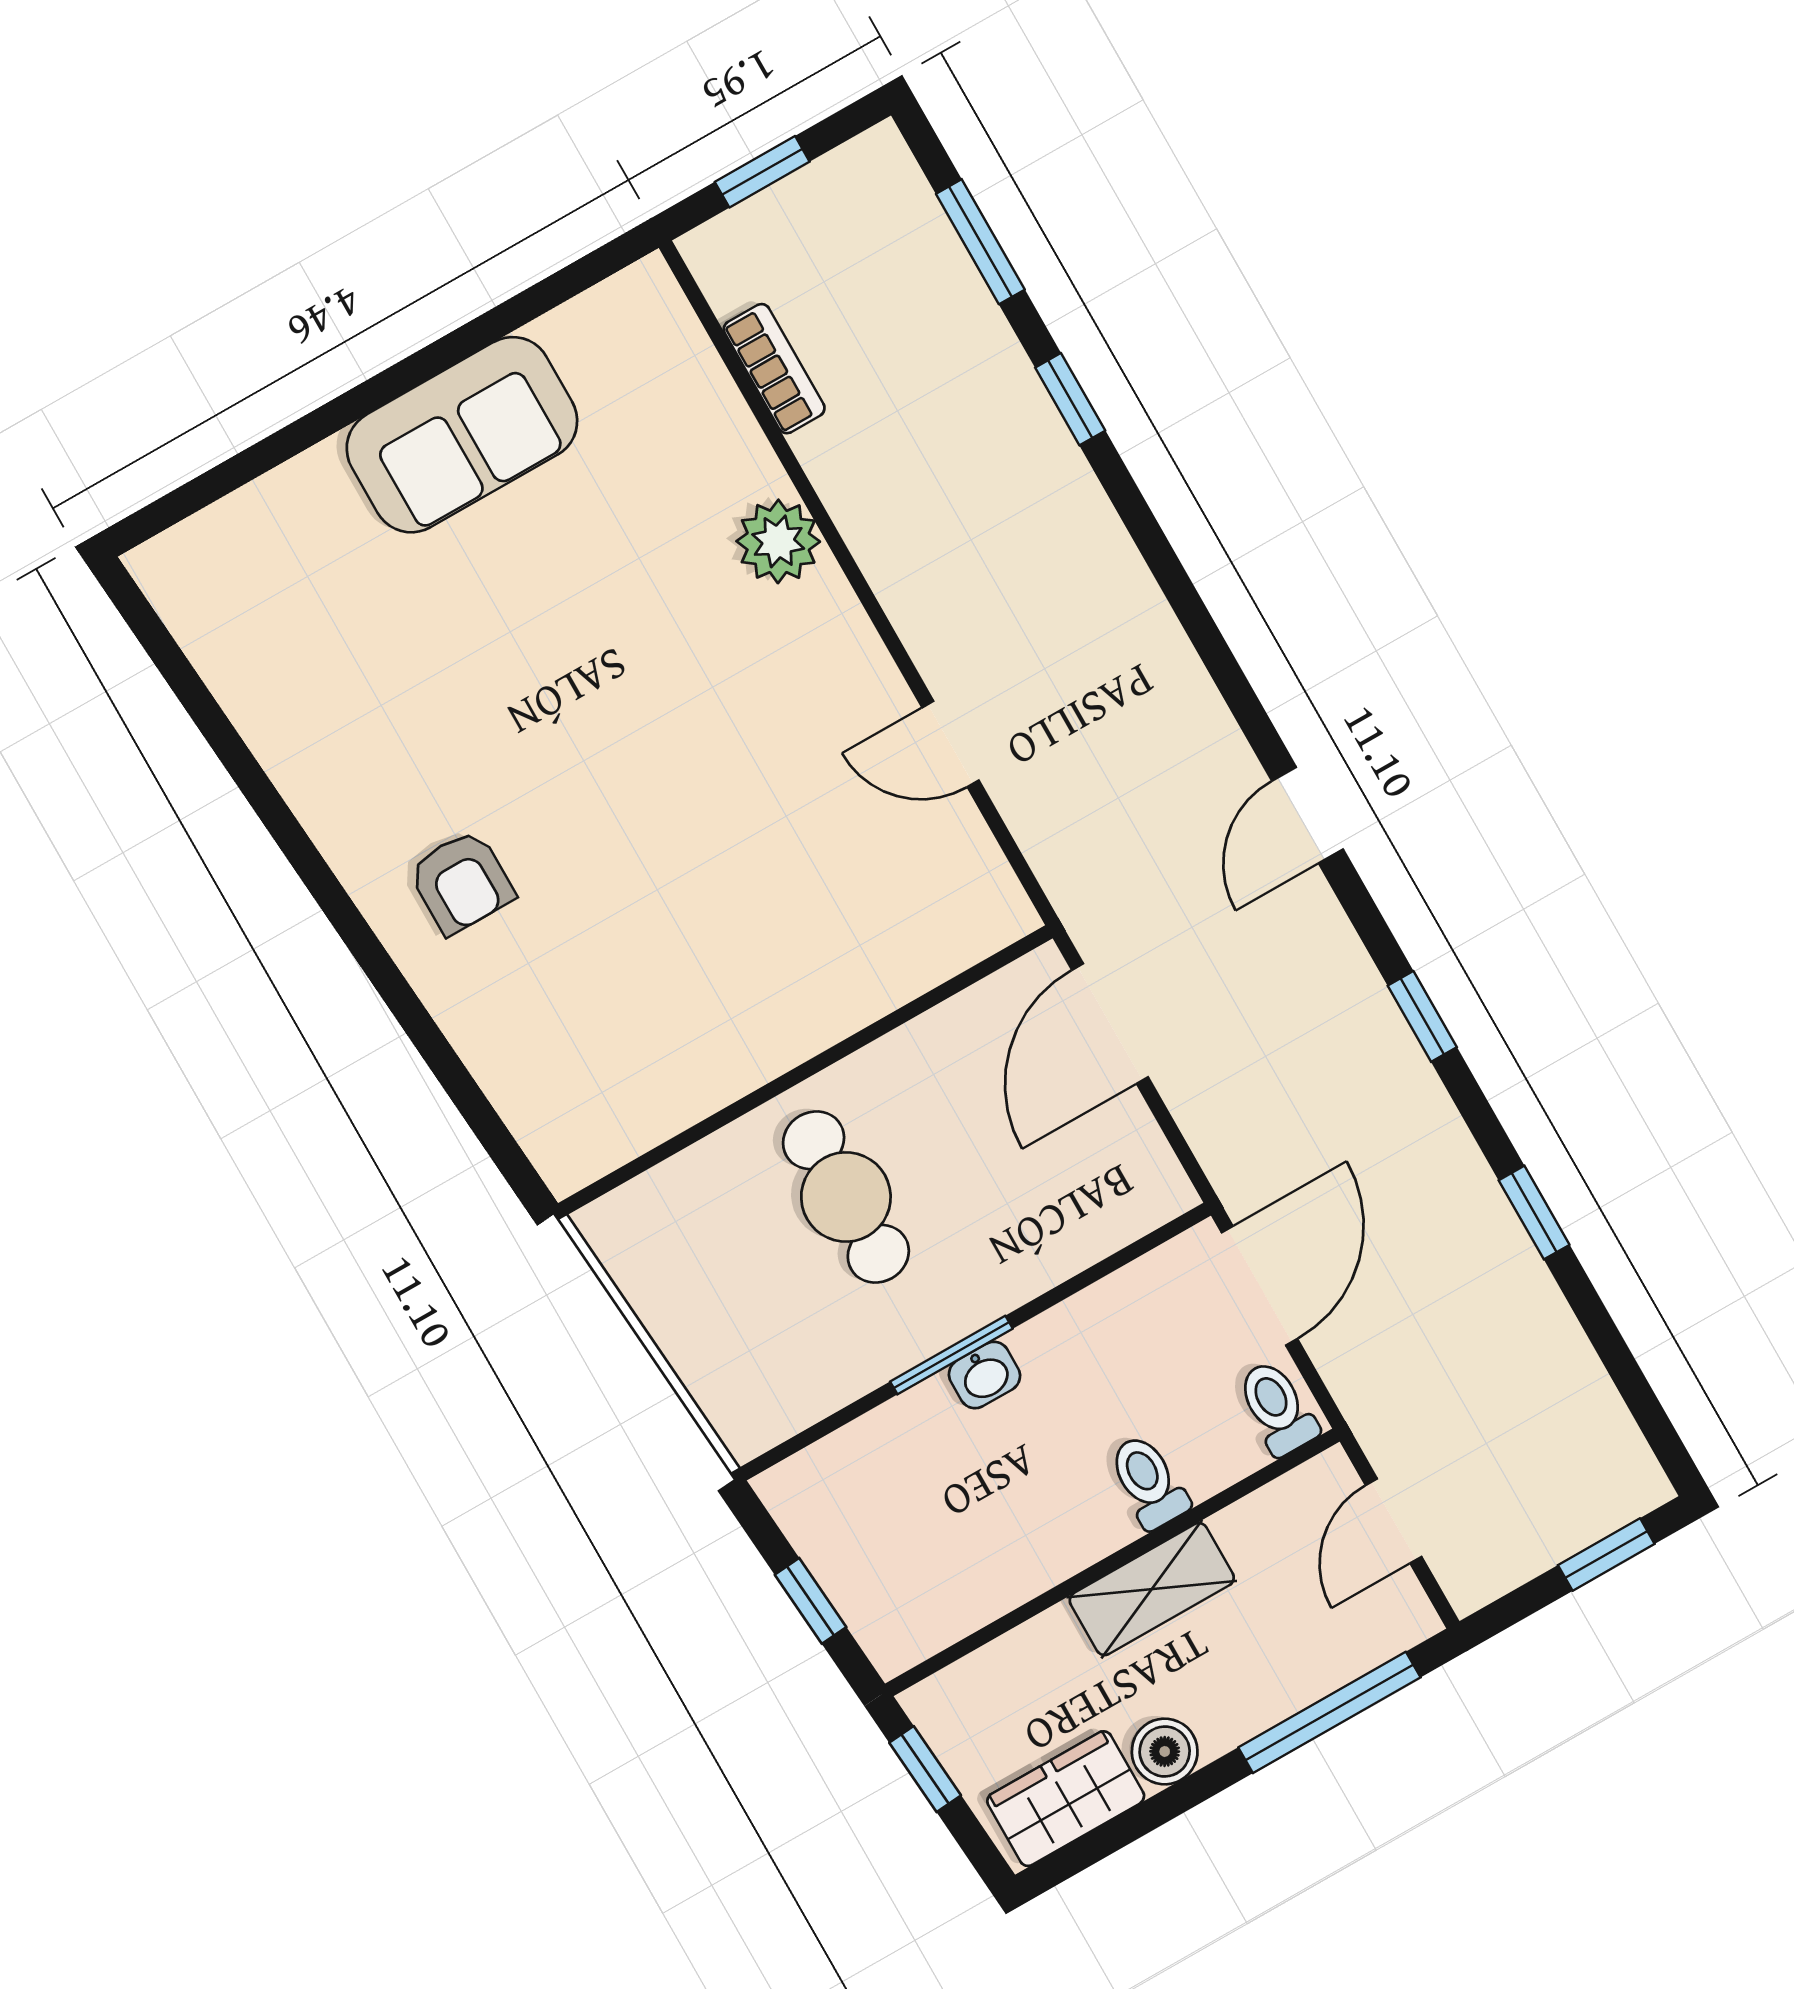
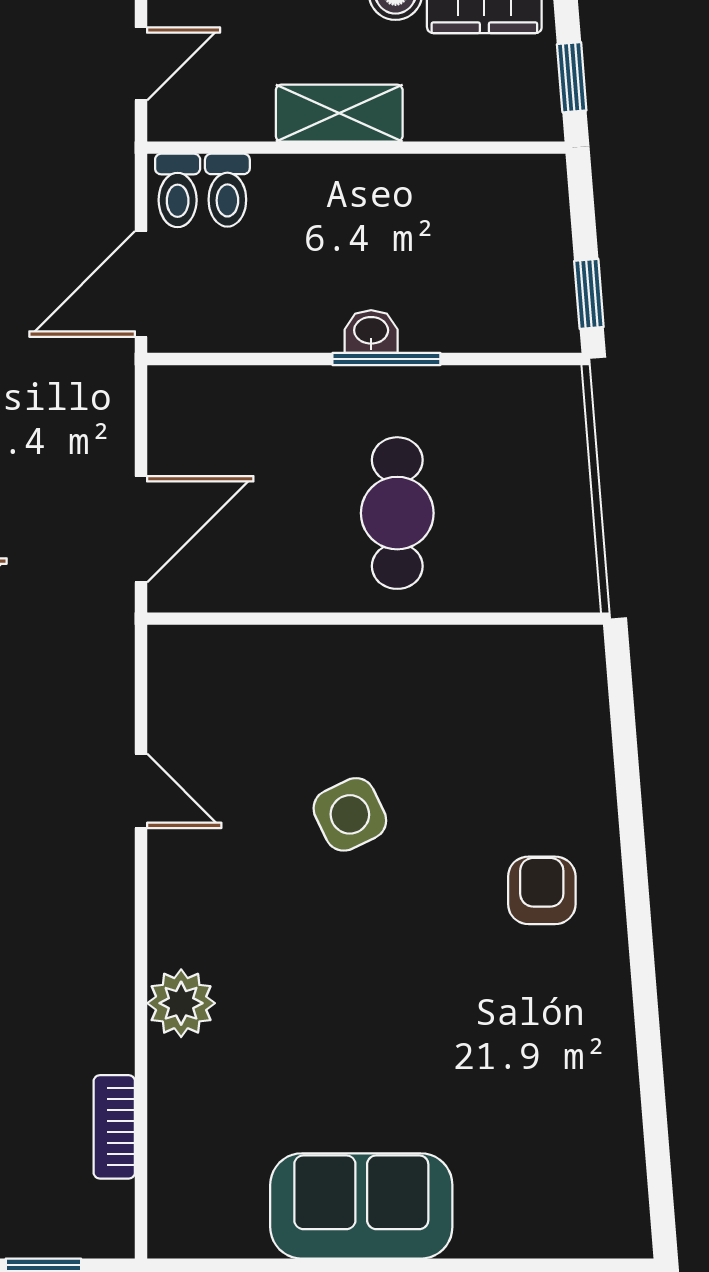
side table: (713, 846) -> (350, 814), added
toilet: (1148, 1482) -> (227, 190), moved
window: (811, 1601) -> (589, 294), moved

